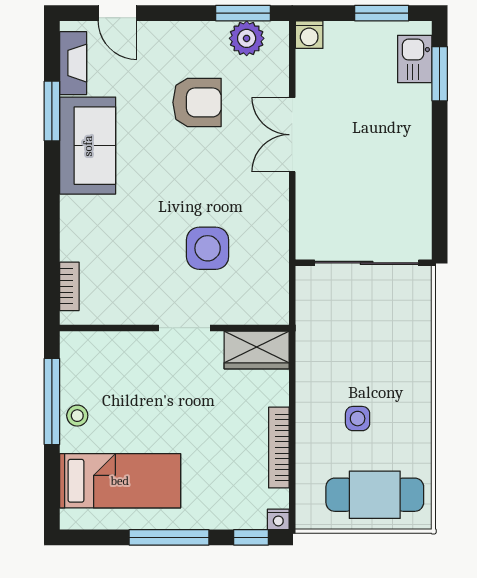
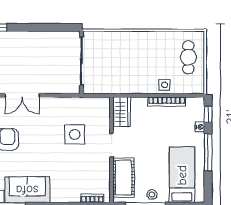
cot: (114, 354) -> (123, 178), added
side table: (358, 419) -> (165, 85), moved
cafe table: (375, 495) -> (188, 57), width x0.73, depth x0.74
nightstand: (278, 519) -> (200, 127), moved

